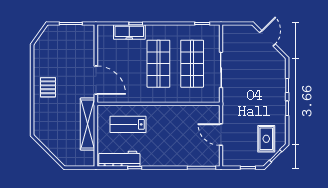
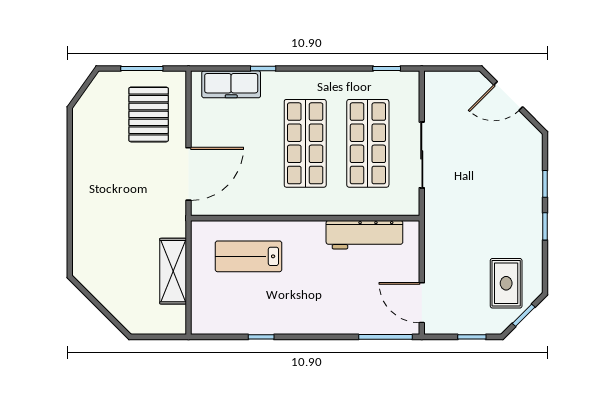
freezer: (129, 32) -> (231, 84), moved
door: (267, 38) -> (508, 96), swing flipped
door: (96, 80) -> (189, 174), hinge flipped
pallet: (48, 87) -> (149, 114), moved, width x1.50, depth x1.42
shelving: (88, 124) -> (173, 271), width x0.68
door: (221, 135) -> (422, 303), moved
workbench: (119, 159) -> (364, 235), moved, turned 180

